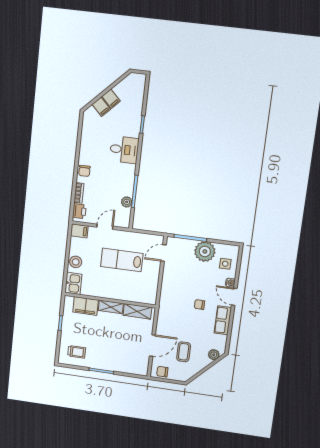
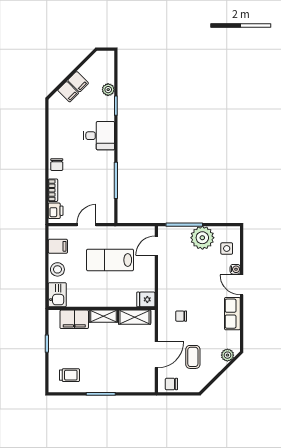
plant: (127, 202) -> (108, 90), moved
filing cabinet: (79, 231) -> (58, 246), moved
fridge: (149, 298) -> (146, 299), added
chair: (199, 305) -> (181, 316), moved

